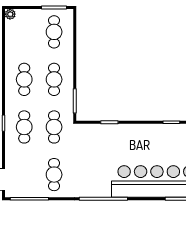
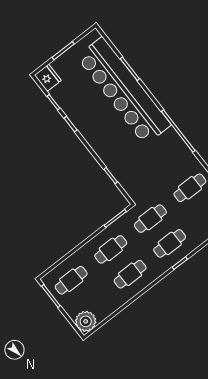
plant: (10, 14) -> (86, 321), width x1.88, depth x1.88

